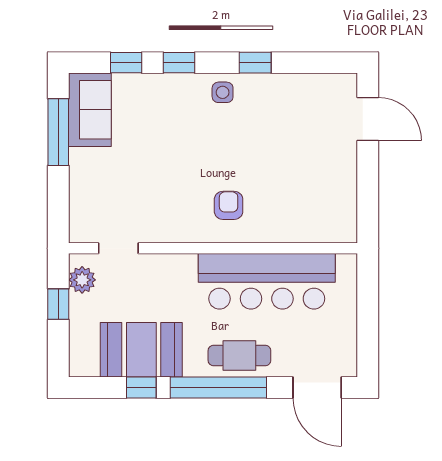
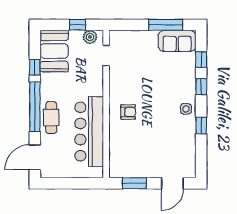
window: (368, 193) -> (134, 183), added
booth: (141, 350) -> (54, 51), moved

